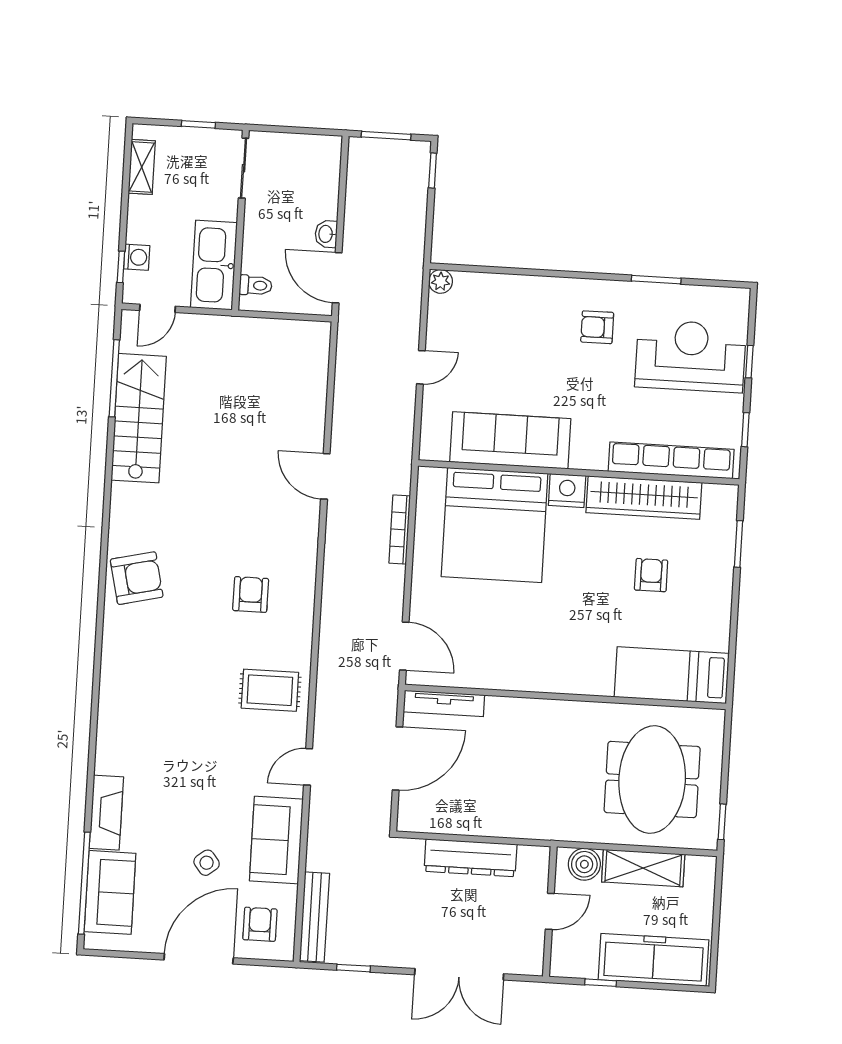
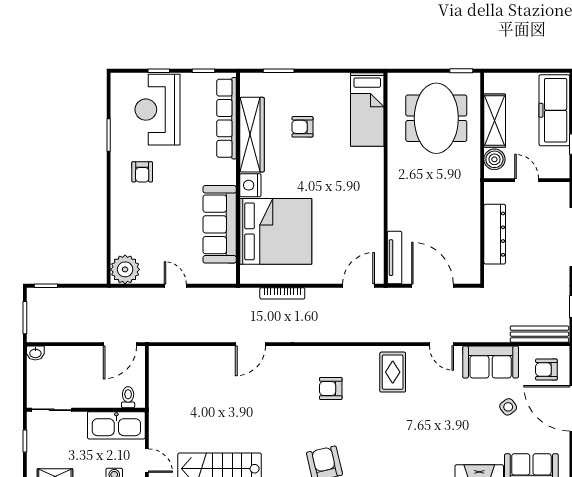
washbasin: (326, 234) -> (35, 353), moved
plant: (441, 281) -> (125, 269), width x1.87, depth x1.87
meeting table: (652, 780) -> (436, 118), turned 90

